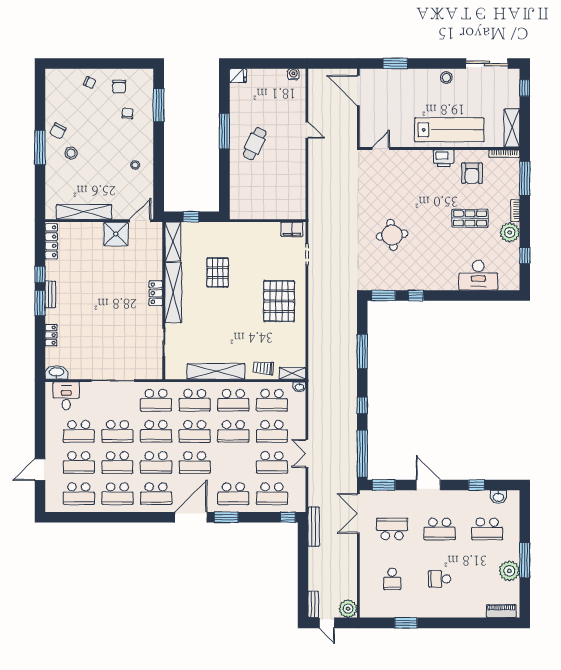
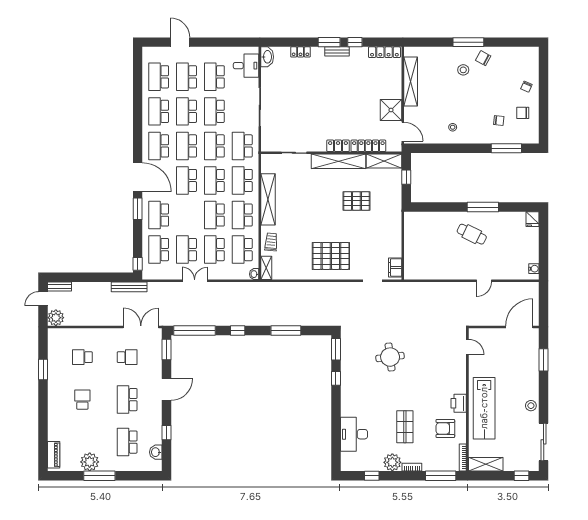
locker: (156, 259) -> (368, 146), added
school desk: (392, 529) -> (127, 357), width x0.54

